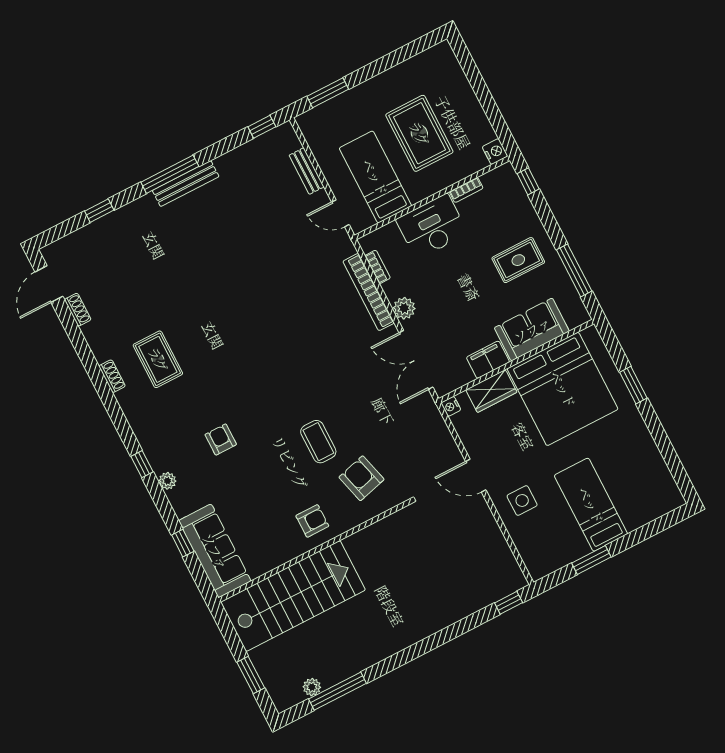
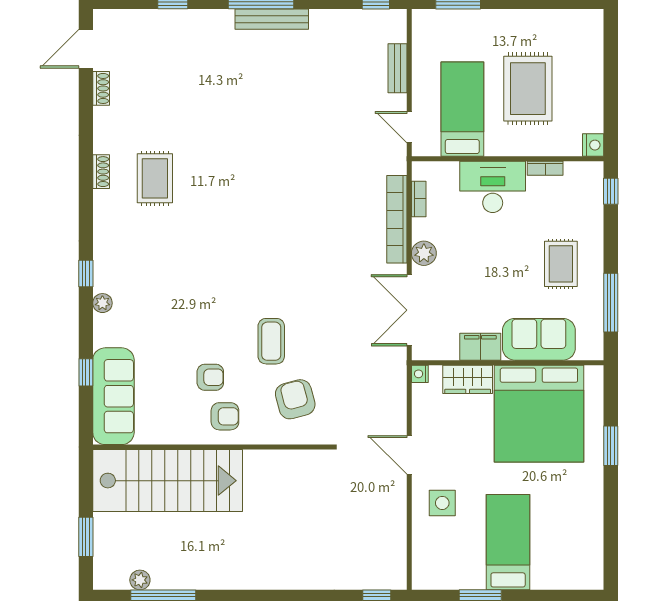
rug: (518, 260) -> (561, 264), turned 90
armchair: (221, 439) -> (210, 377), moved, turned 90

